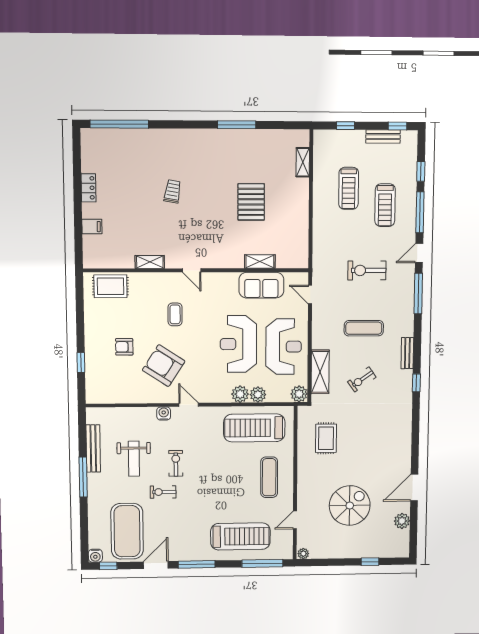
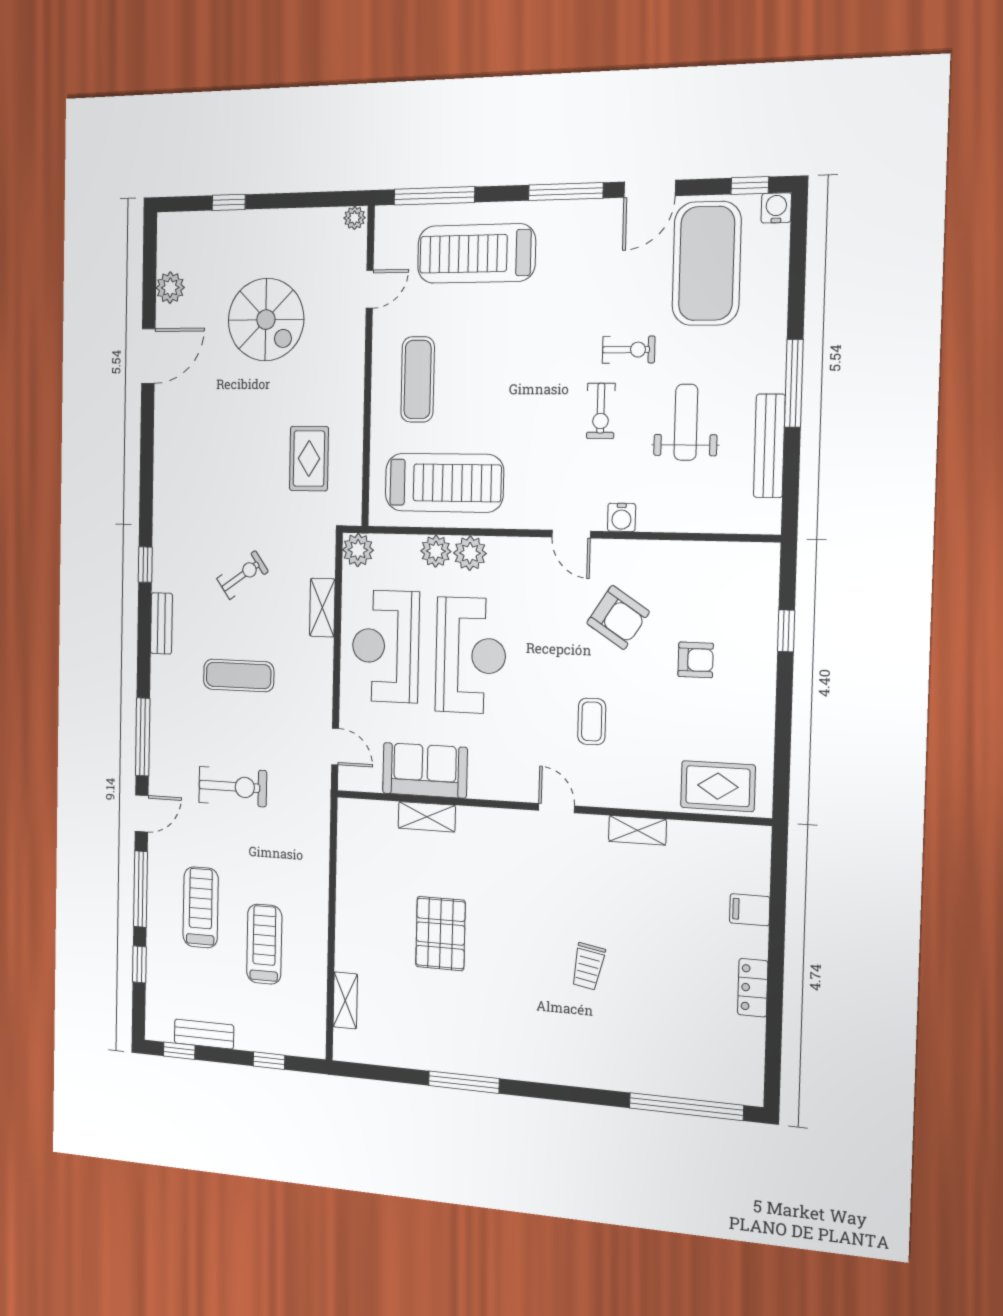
armchair: (164, 366) -> (618, 617), width x0.73, depth x0.73
shelving: (320, 372) -> (322, 608), width x0.67, depth x0.75
spiral stairs: (350, 506) -> (266, 320), turned -90

